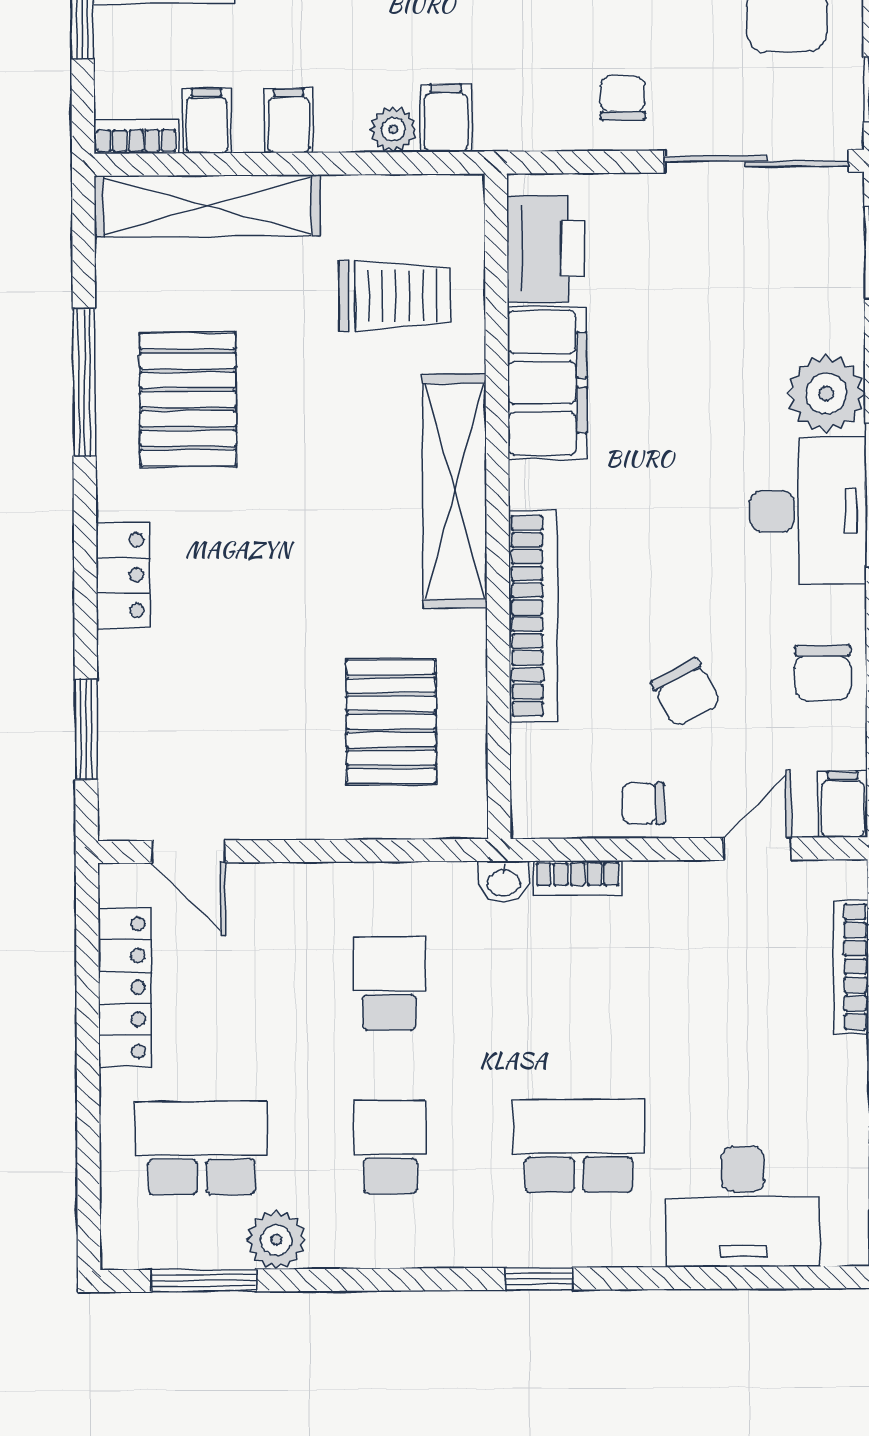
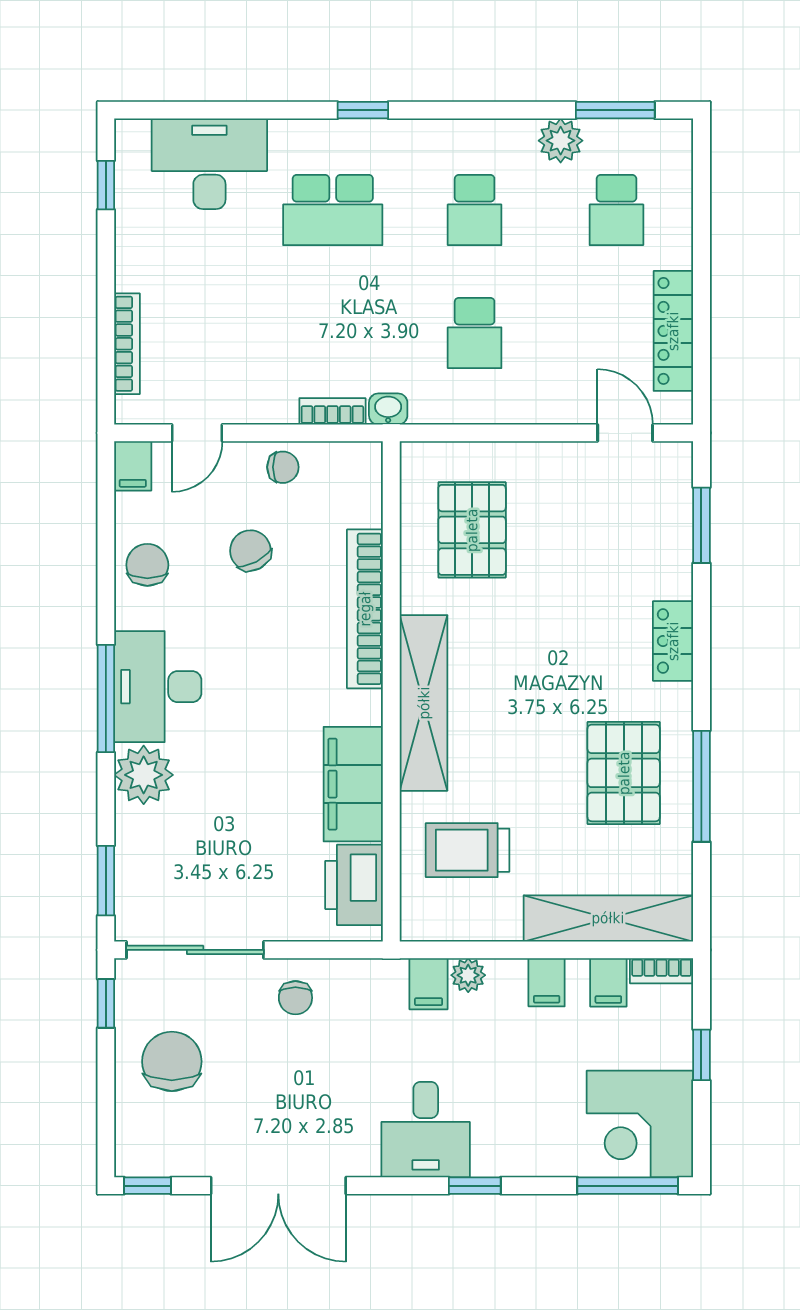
school desk: (201, 1148) -> (616, 210), width x0.54

